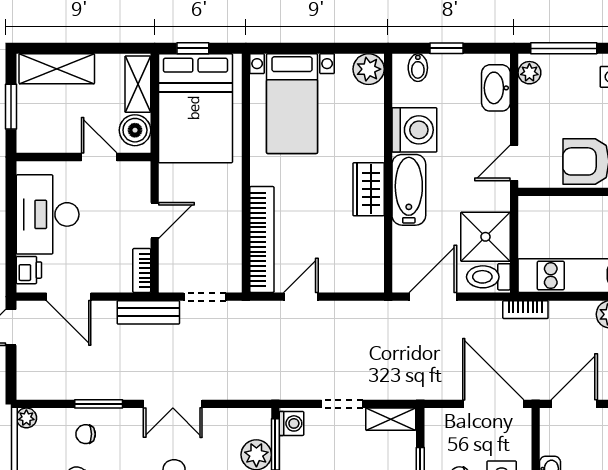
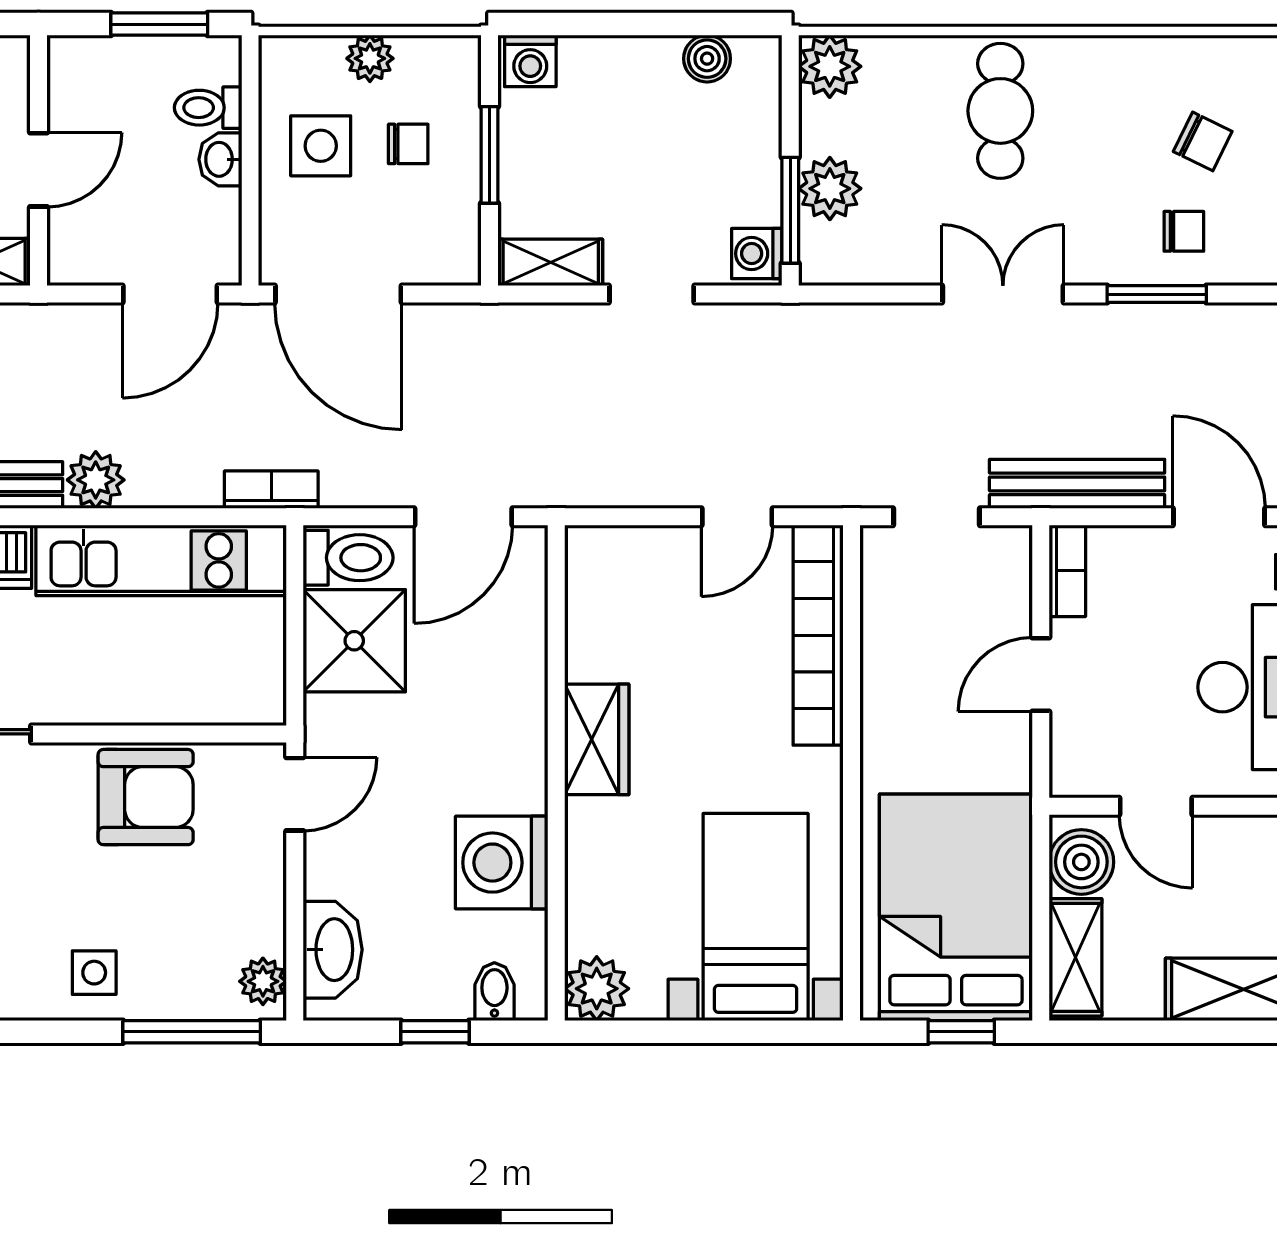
bathtub: (409, 190) -> (513, 738), removed
bench: (148, 312) -> (1077, 484), width x1.36

